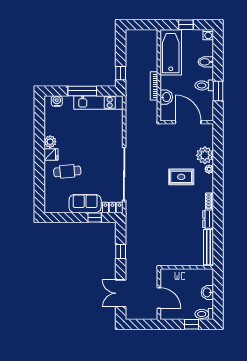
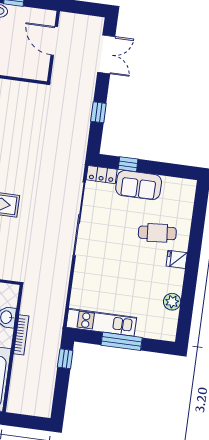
water cooler: (57, 101) -> (159, 332), removed
plant: (50, 142) -> (172, 302), moved

